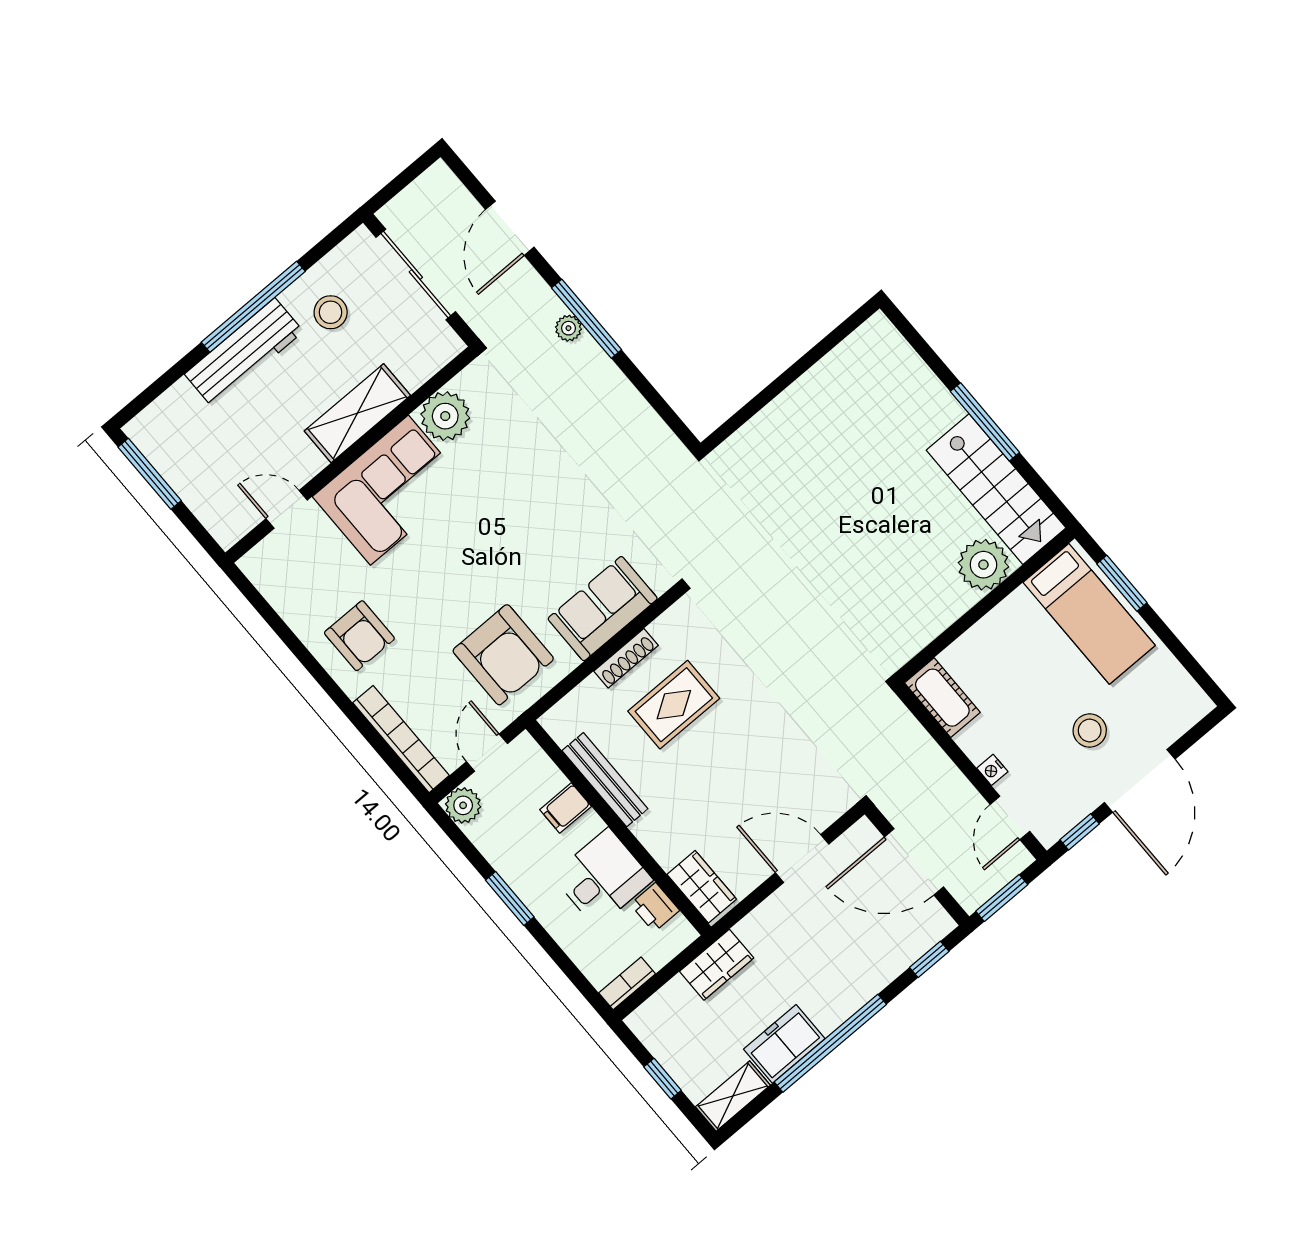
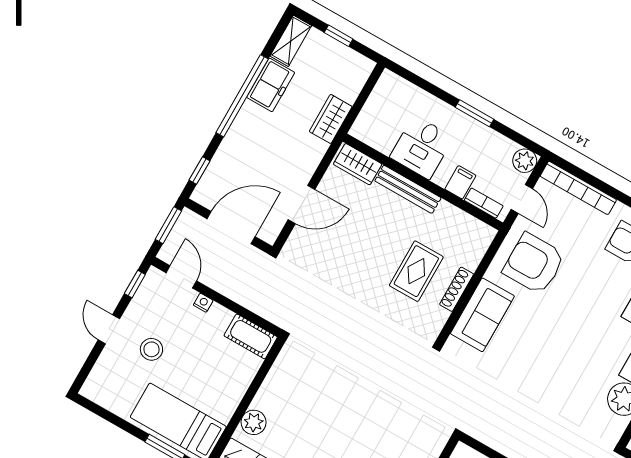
plant: (983, 565) -> (254, 422), width x0.73, depth x0.73
bench: (605, 780) -> (408, 189), moved
door: (1140, 781) -> (109, 329), width x0.53
printer: (655, 907) -> (382, 141), removed
bookcase: (627, 983) -> (484, 203), moved, turned -90

